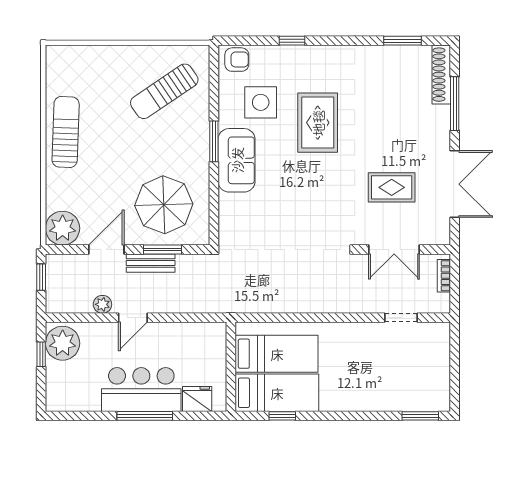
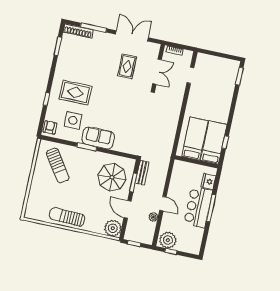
rug: (318, 123) -> (75, 93), moved
bench: (151, 263) -> (142, 173), moved

